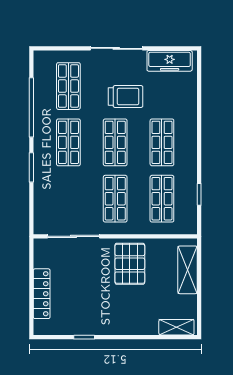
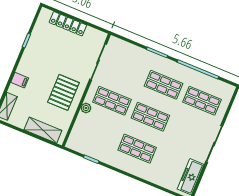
trolley: (126, 96) -> (179, 137), removed
shop shelf: (162, 199) -> (99, 133), removed
plant: (138, 227) -> (86, 108), added
pallet: (130, 264) -> (63, 92), turned 90
filing cabinet: (137, 325) -> (20, 80), added

